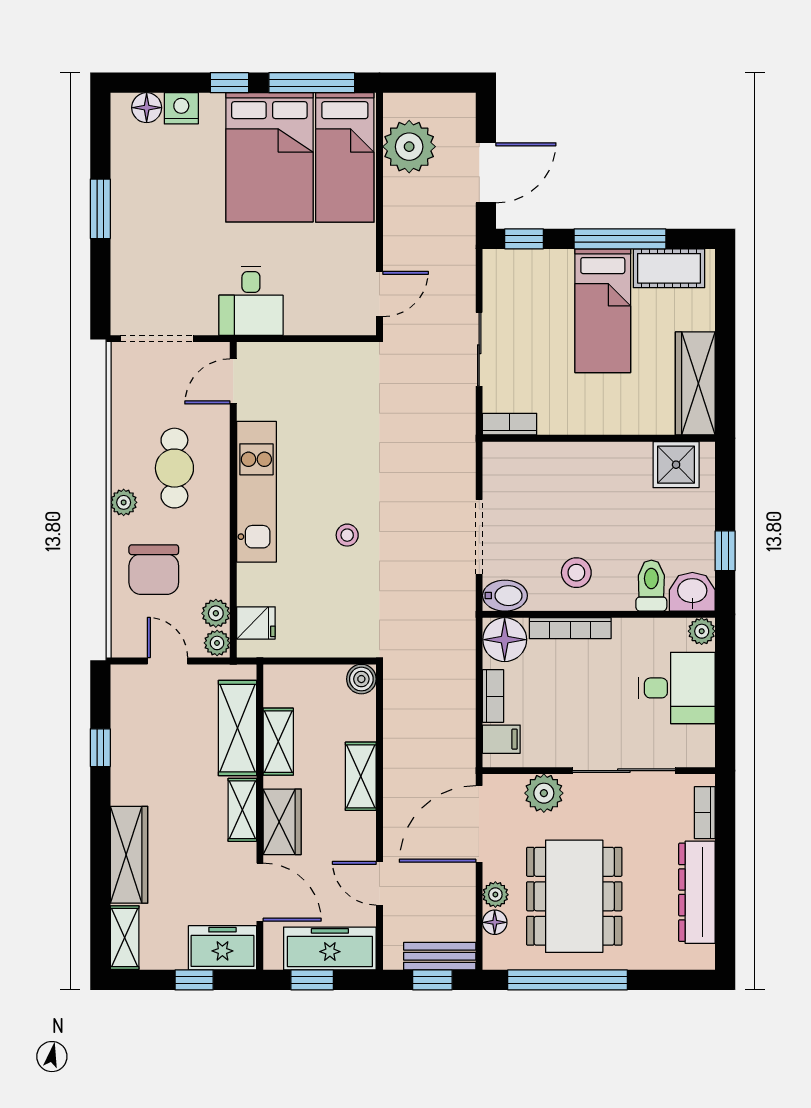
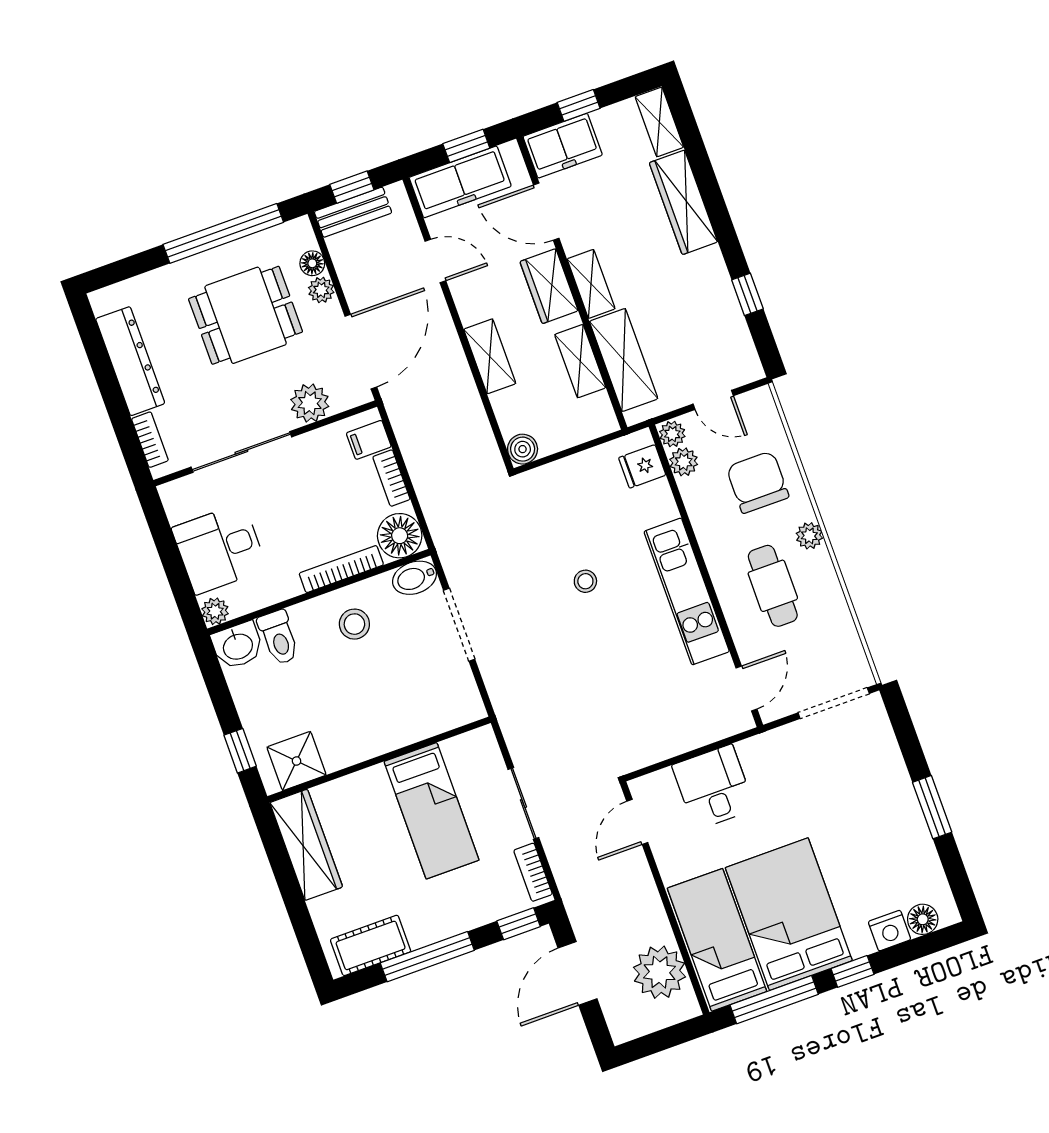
desk: (251, 301) -> (713, 787), moved
bed: (603, 311) -> (432, 811), moved, turned 180
bookcase: (510, 424) -> (533, 872), moved, turned 90
window: (725, 551) -> (240, 751), moved
dining table: (574, 896) -> (246, 315), width x0.73

